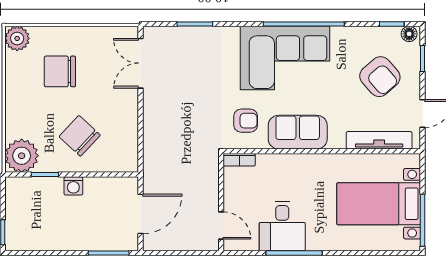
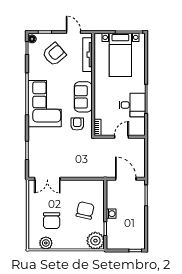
plant: (17, 38) -> (46, 243), moved
chair: (80, 136) -> (85, 210), turned 150
door: (221, 225) -> (121, 137), moved

